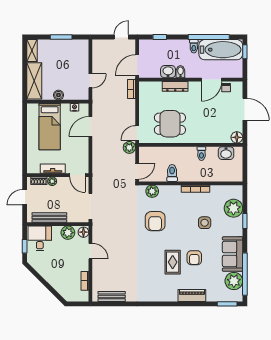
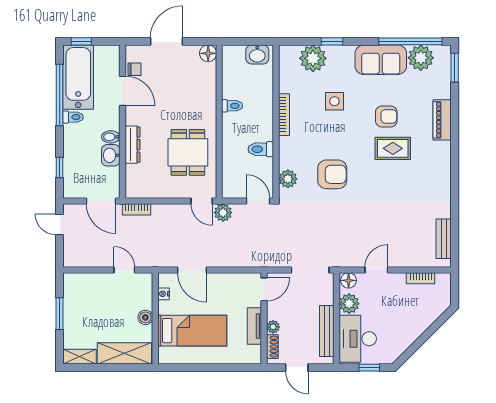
washbasin: (226, 153) -> (257, 55), moved, turned 90
desk: (40, 238) -> (358, 339), width x1.37

